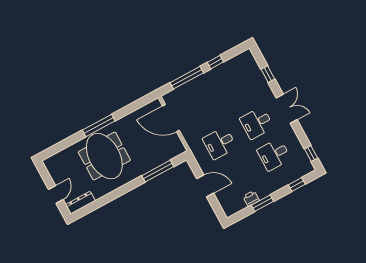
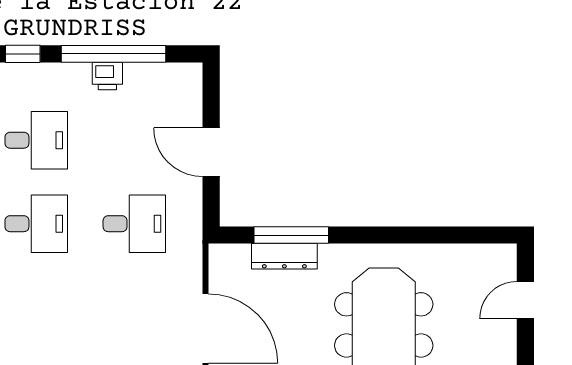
printer: (251, 198) -> (107, 76), moved
dresser: (80, 203) -> (284, 256), moved
window: (262, 203) -> (113, 54), width x2.11

